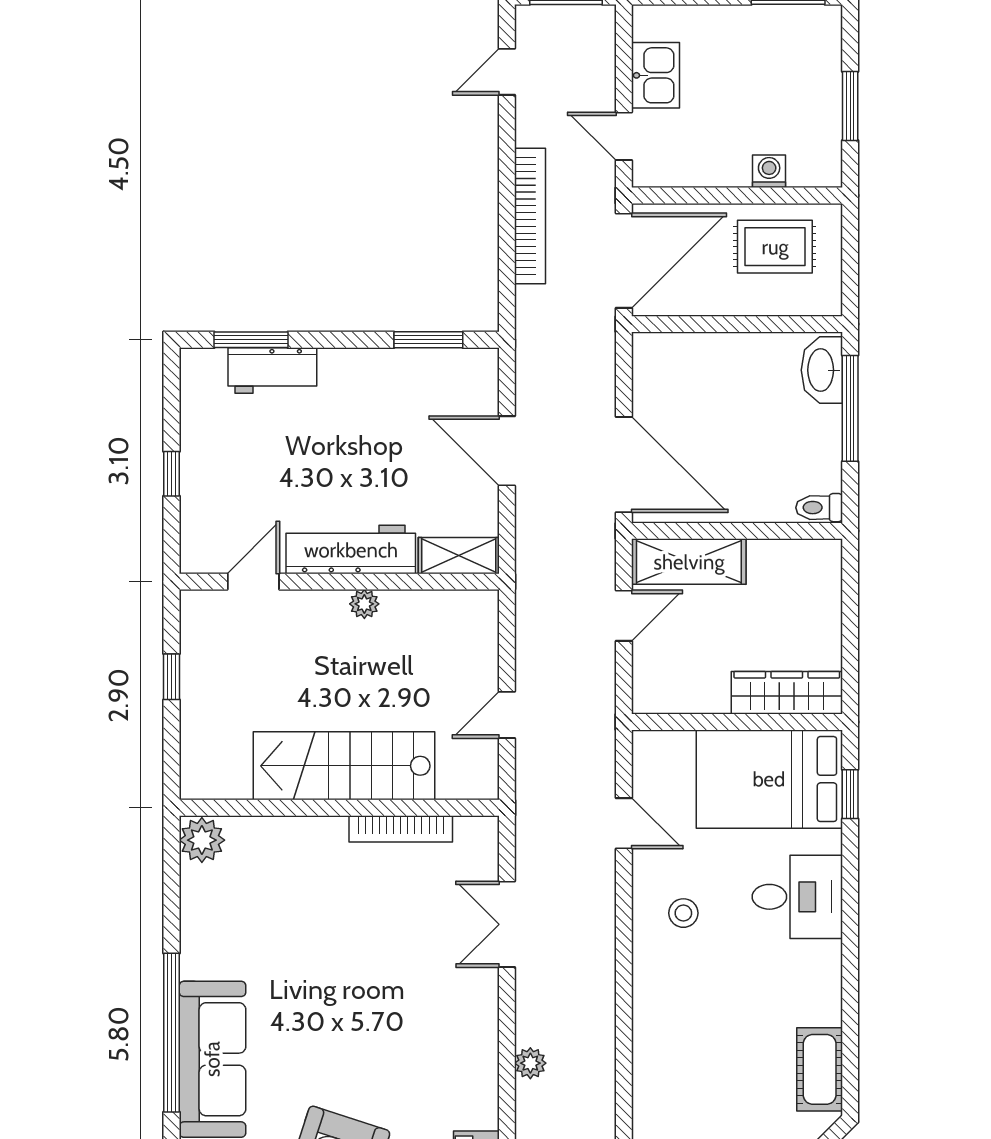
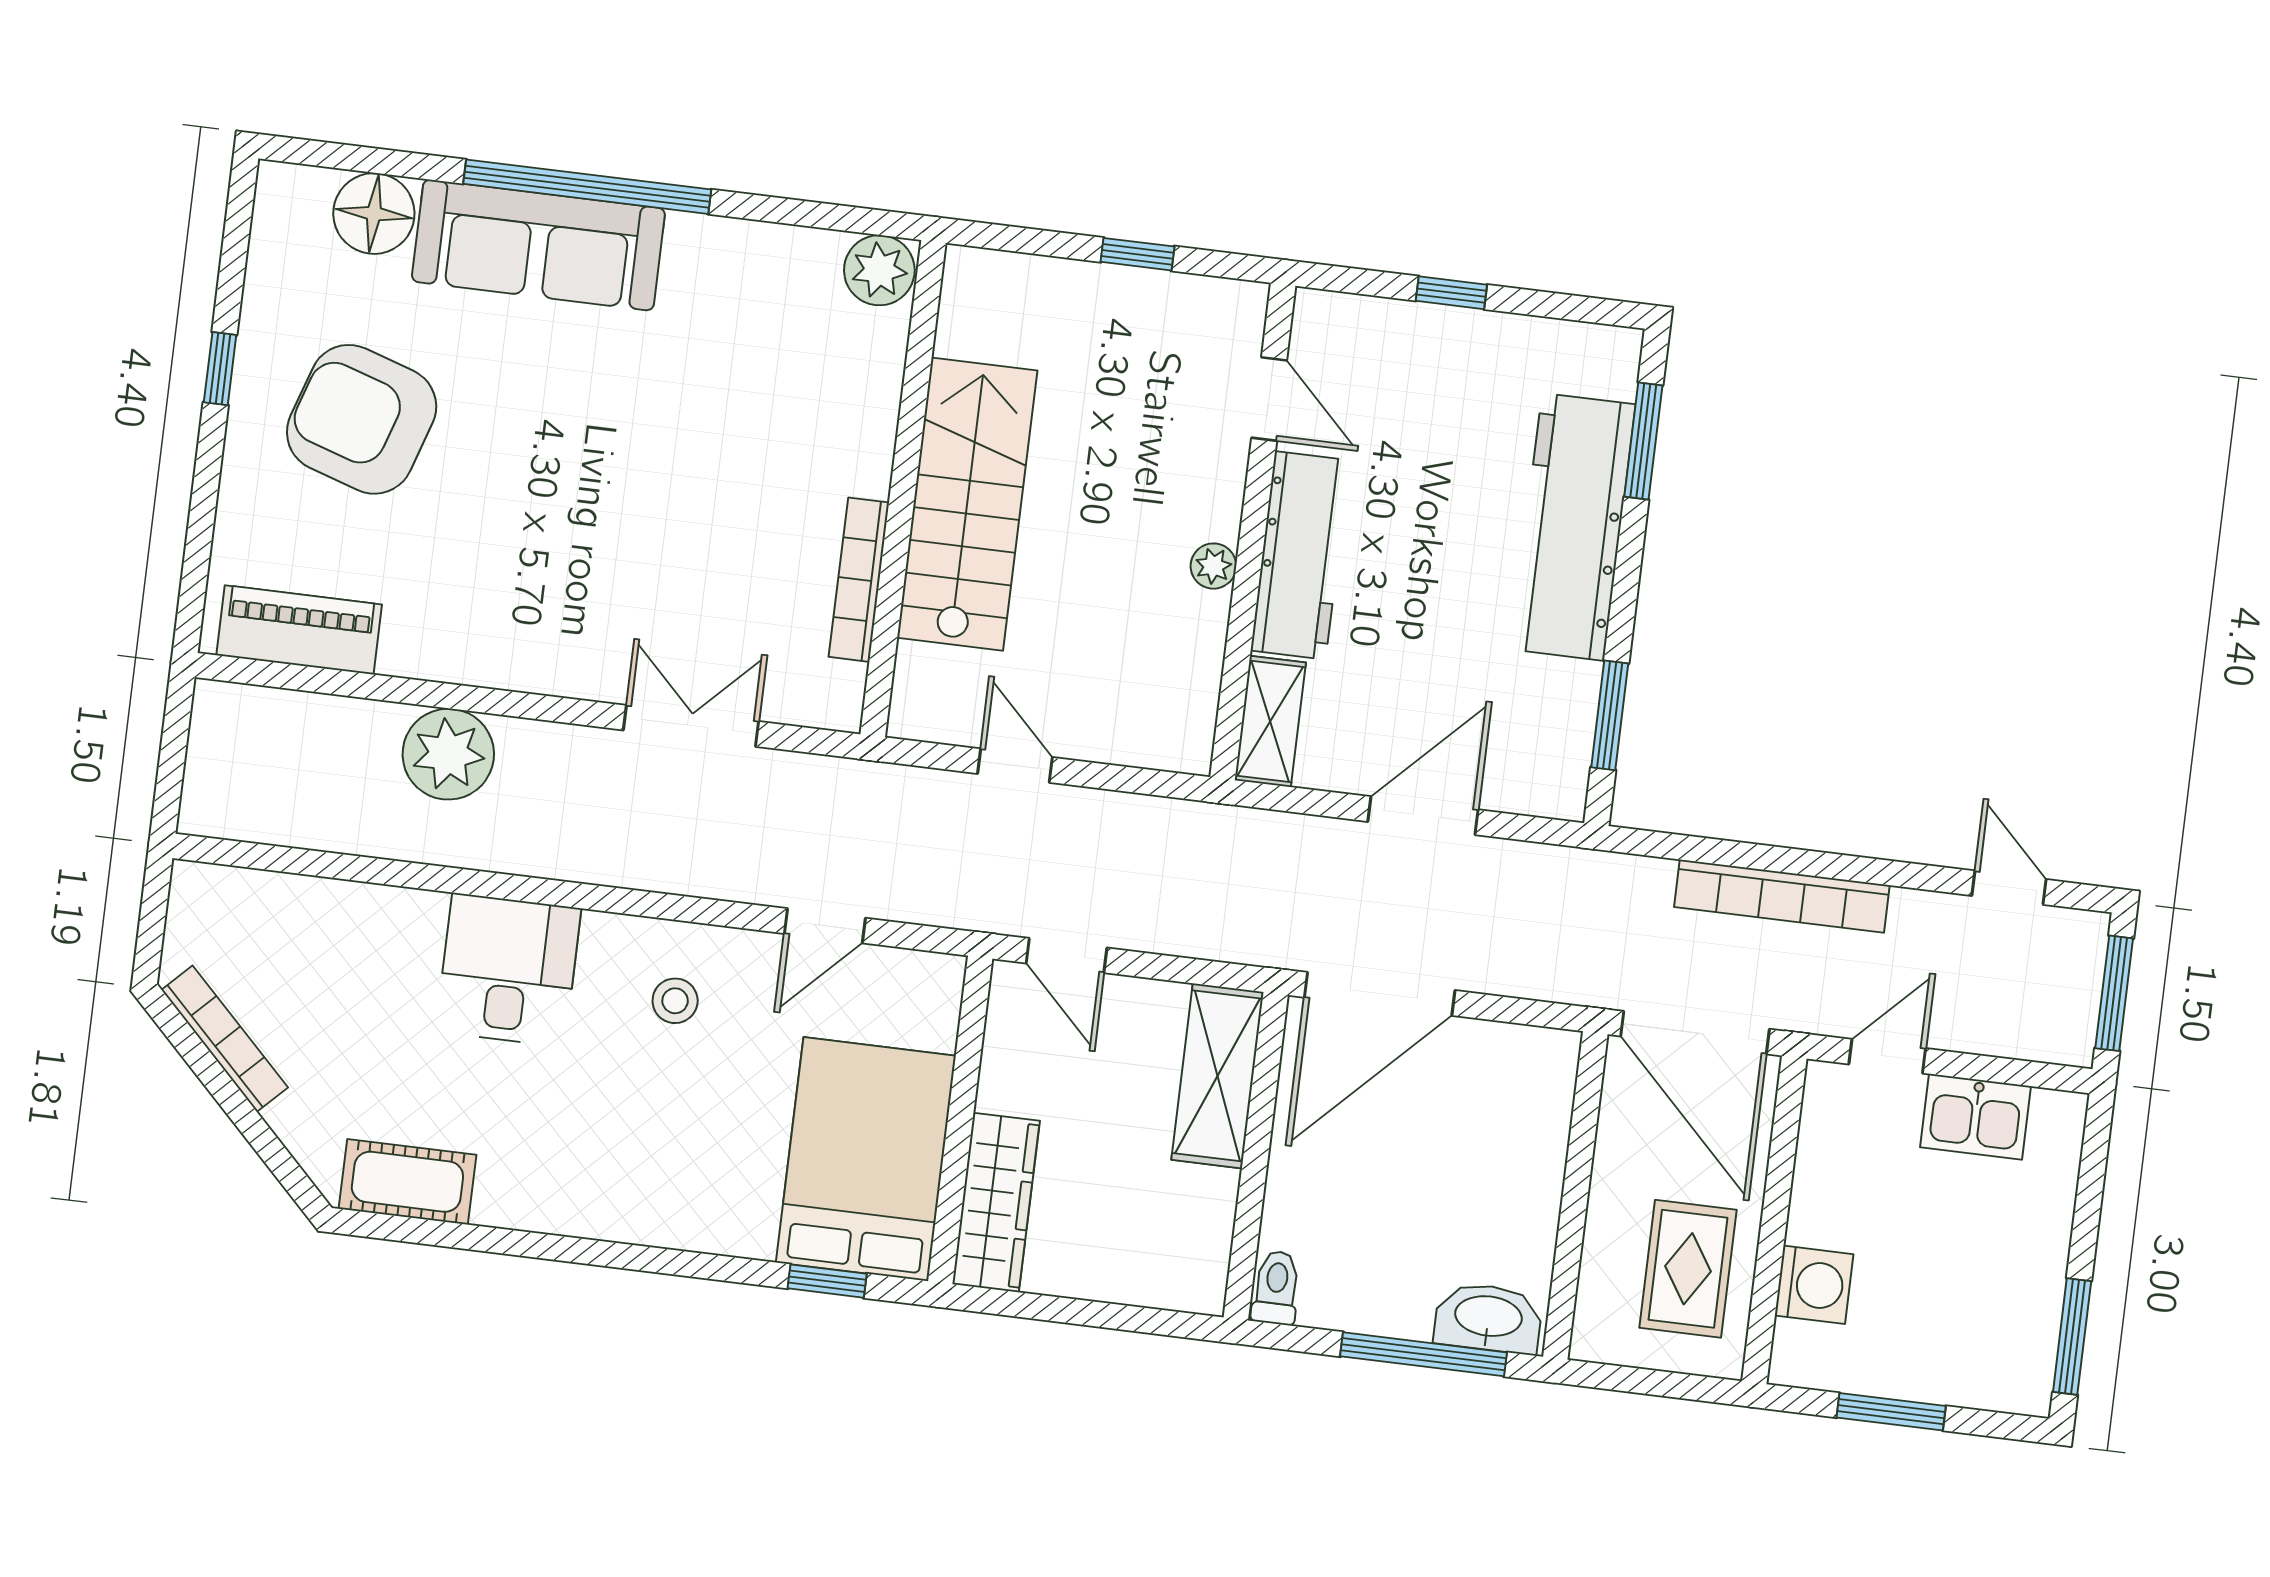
washing machine: (769, 171) -> (1814, 1285), width x1.38, depth x1.38
workbench: (272, 370) -> (1573, 527), width x1.88, depth x1.32
door: (624, 616) -> (1067, 955), moved
desk: (797, 897) -> (508, 970), moved, turned 180
plant: (530, 1063) -> (448, 754), width x1.88, depth x1.88

